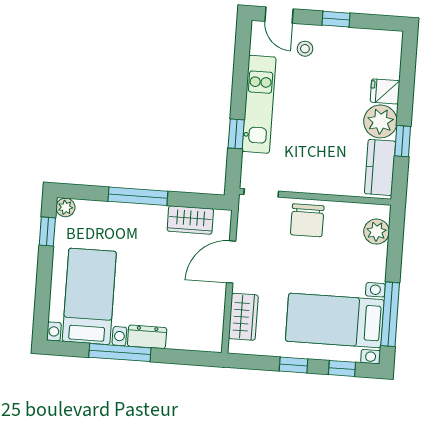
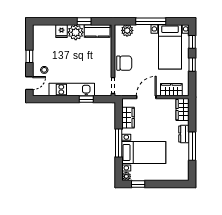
door: (231, 262) -> (146, 97), swing flipped
bed with nightstands: (89, 296) -> (144, 153), moved, turned 180
window: (390, 314) -> (151, 21), moved
wardrobe: (199, 337) -> (182, 110), added

